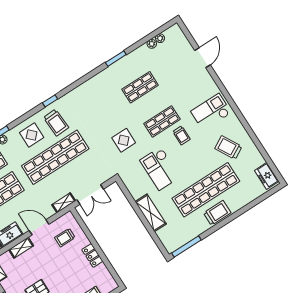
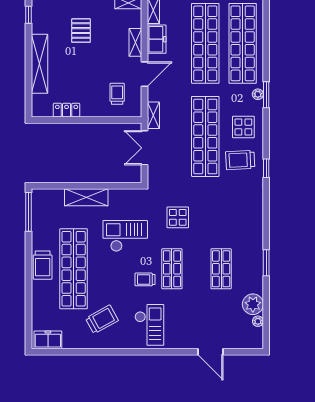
plant: (152, 44) -> (253, 304), width x1.88, depth x1.88
locker: (92, 255) -> (67, 110), moved

